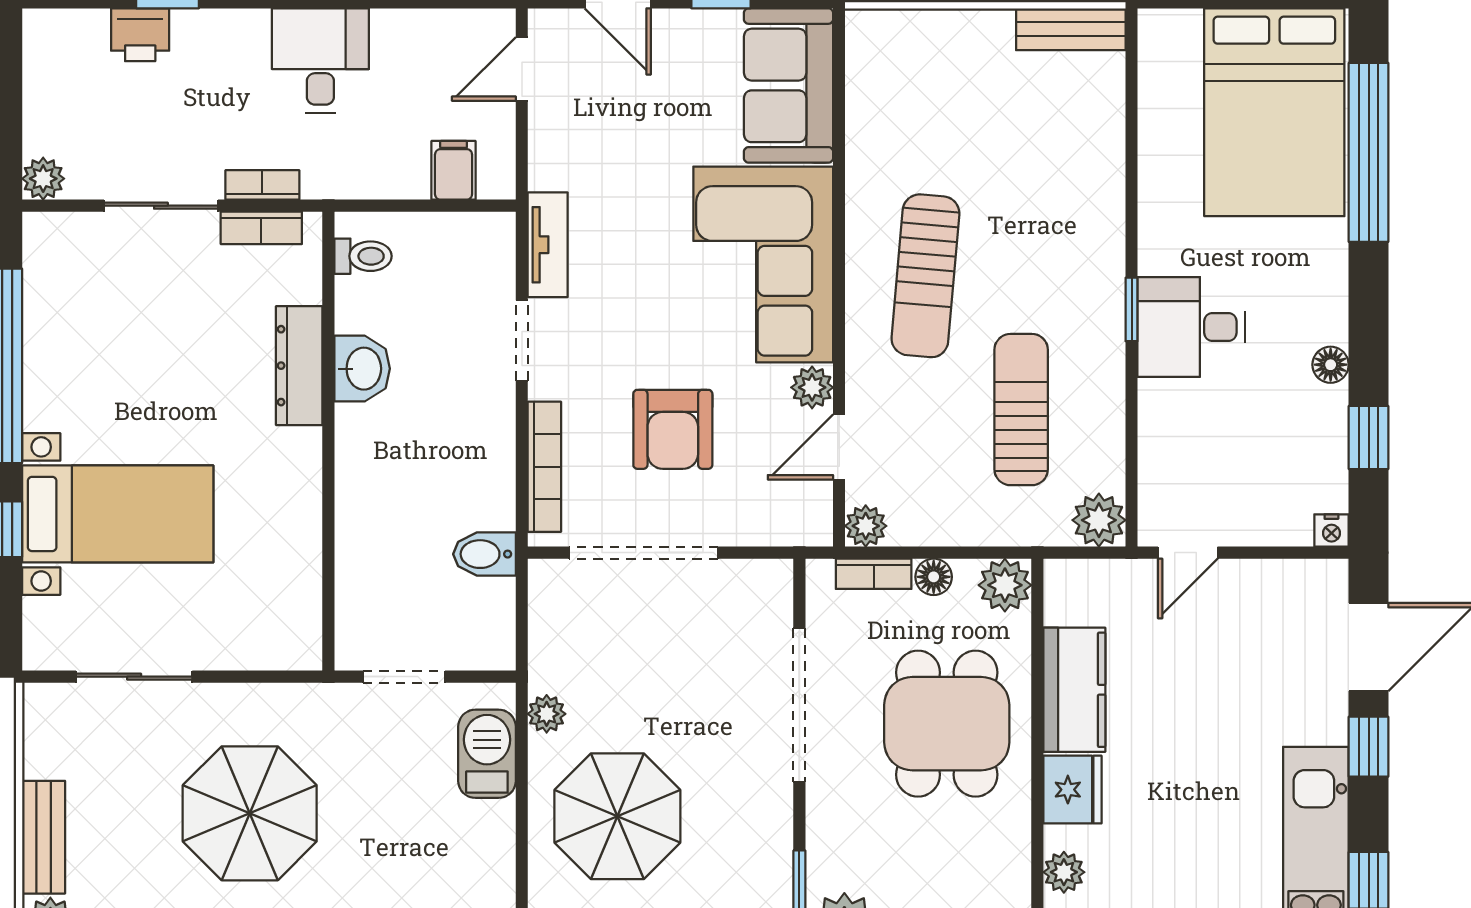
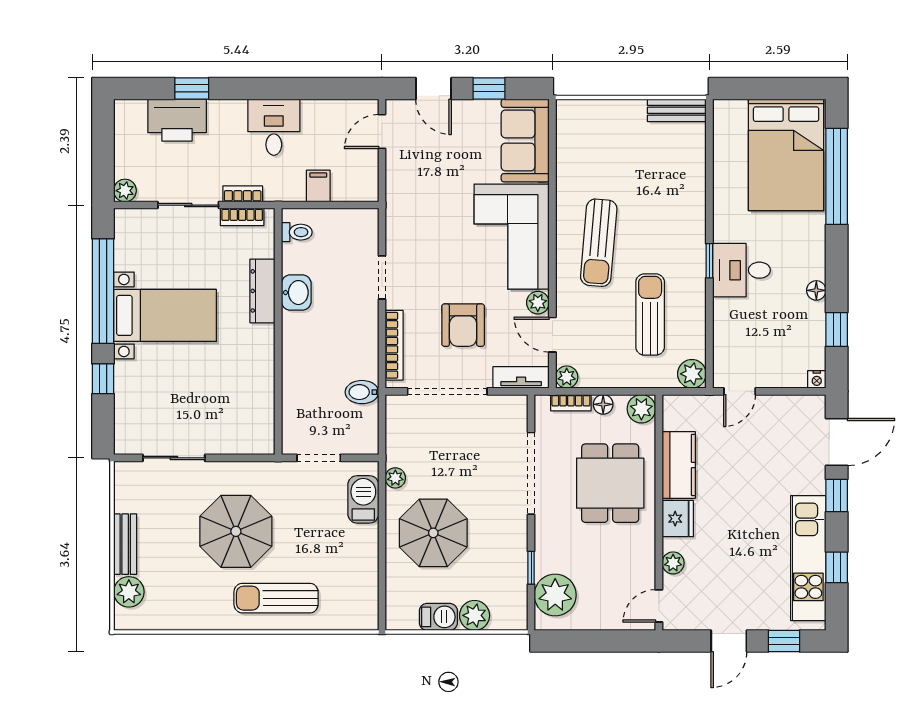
printer: (140, 35) -> (177, 120), width x1.87, depth x1.48
filing cabinet: (454, 170) -> (318, 186), moved
tv unit: (548, 245) -> (521, 377), moved, turned -90
door: (839, 447) -> (552, 335), hinge flipped
bed with nightstands: (118, 514) -> (165, 315), moved

